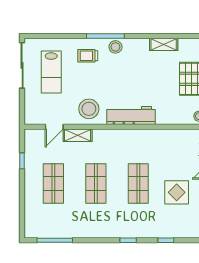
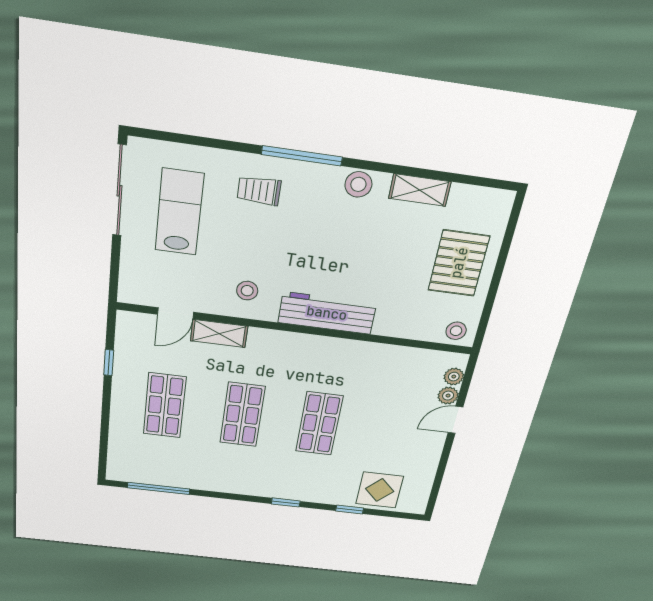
stool: (115, 47) -> (358, 184), moved
lab bench: (51, 72) -> (179, 212), turned 180
stool: (89, 109) -> (247, 291), width x0.53, depth x0.53
display table: (177, 192) -> (380, 490), moved

